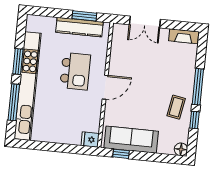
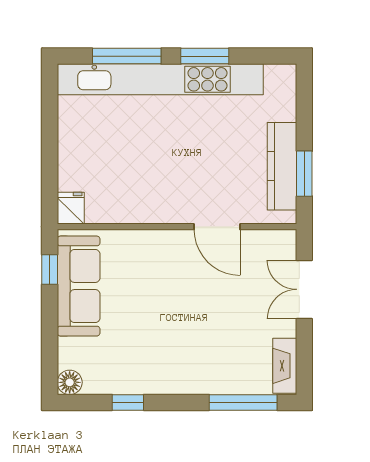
kitchen island: (75, 71) -> (197, 167), removed
door: (105, 87) -> (217, 227), moved
window: (198, 87) -> (243, 402), moved
coffee table: (176, 107) -> (149, 365), removed

